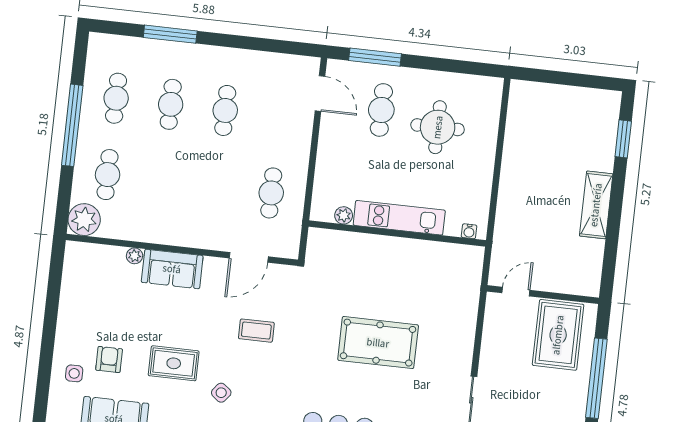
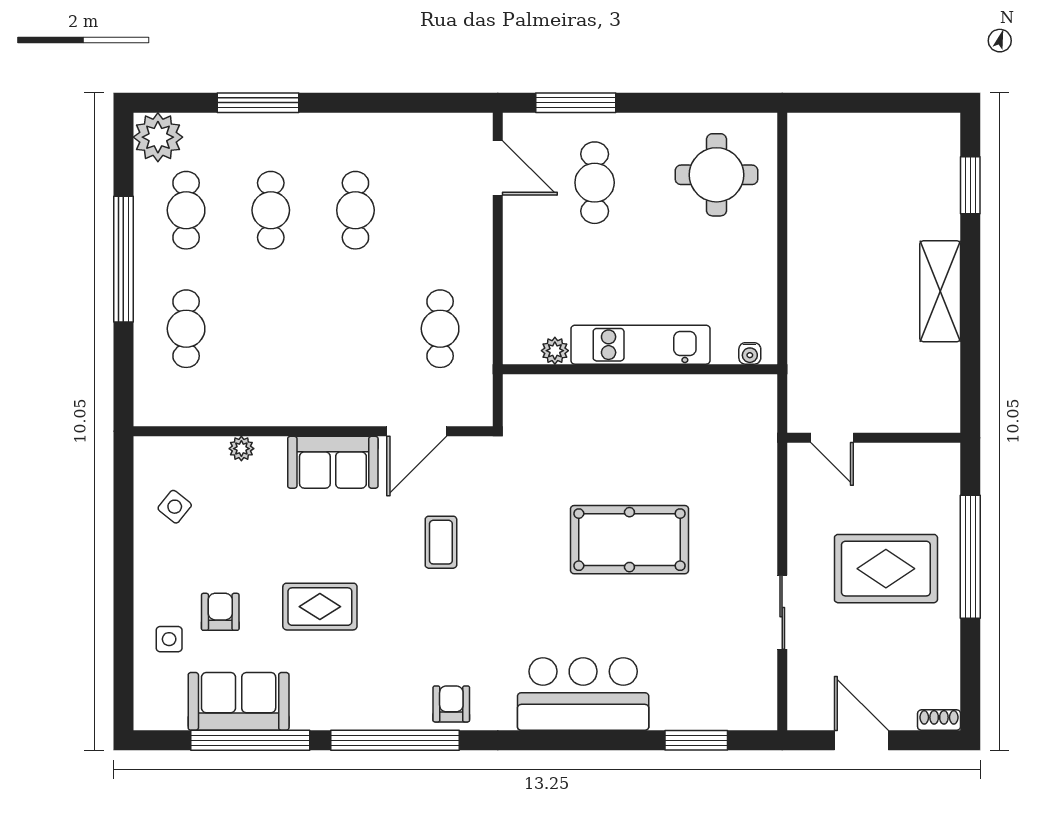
round table: (438, 127) -> (717, 175), moved
plant: (84, 220) -> (158, 137), moved
sofa: (172, 269) -> (333, 462), moved
door: (516, 292) -> (832, 438), swing flipped
coffee table: (256, 331) -> (441, 542), turned 90
rug: (558, 335) -> (886, 569), moved, turned 90
side table: (221, 393) -> (175, 507), moved

